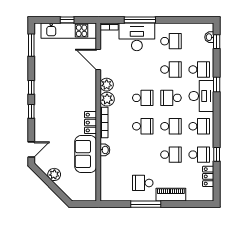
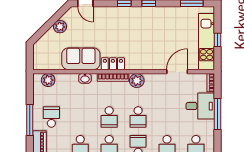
desk: (137, 37) -> (200, 106), width x0.73
plant: (107, 85) -> (48, 80), moved

